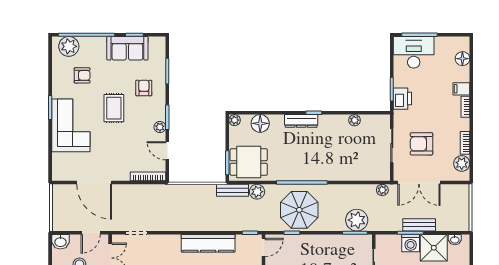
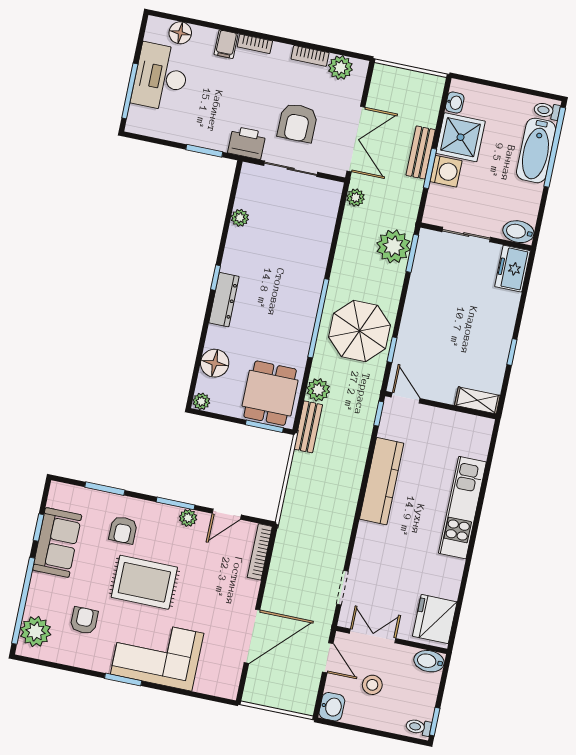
desk: (414, 52) -> (161, 77), moved
armchair: (144, 88) -> (123, 530), turned -90
printer: (402, 99) -> (247, 143), moved
rug: (114, 108) -> (144, 582), width x1.36, depth x1.43

